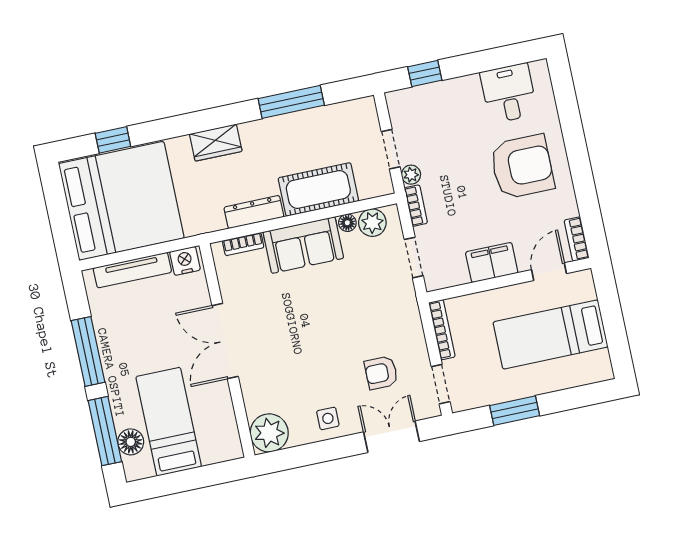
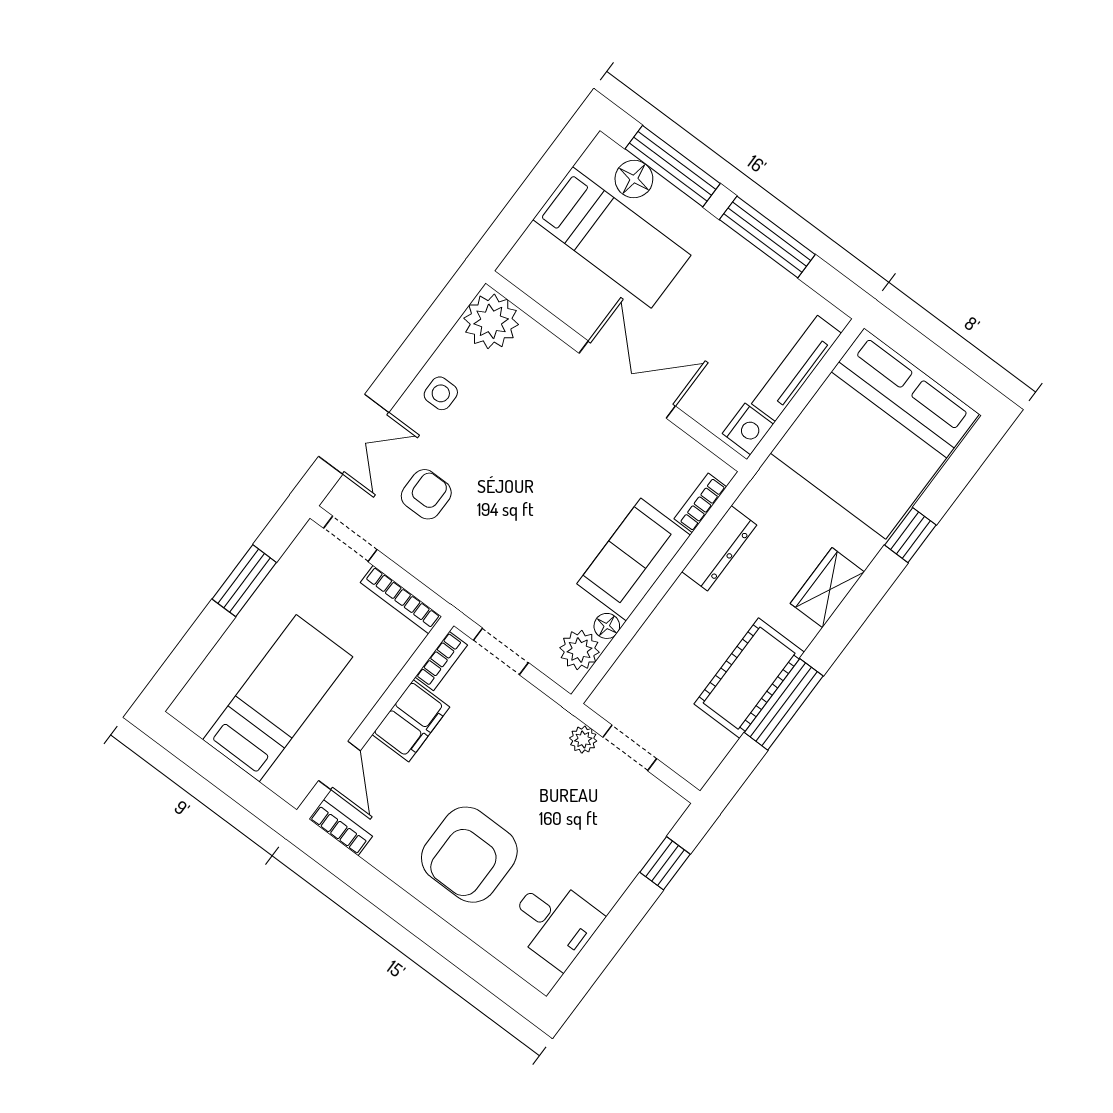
window: (113, 140) -> (910, 535), moved
cot: (318, 189) -> (749, 678), moved
bookcase: (416, 206) -> (441, 661), moved, turned -90

